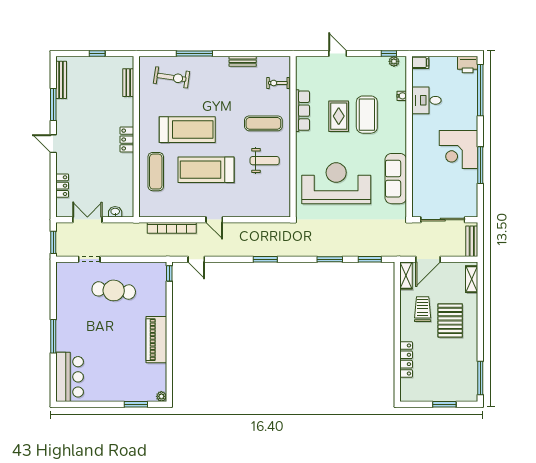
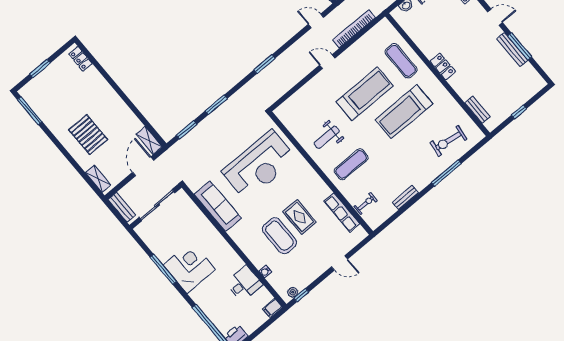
bench: (61, 80) -> (512, 50), moved
row of seats: (303, 111) -> (342, 212), moved
trolley: (423, 309) -> (116, 126), removed
locker: (406, 359) -> (80, 59), moved, width x0.66

